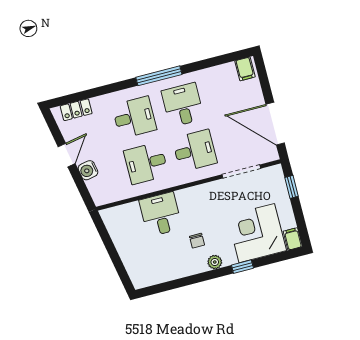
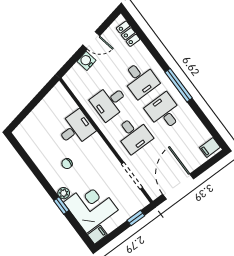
desk: (183, 105) -> (164, 112), turned -90
desk: (146, 163) -> (109, 102), turned -90
plant: (215, 262) -> (64, 193), moved

